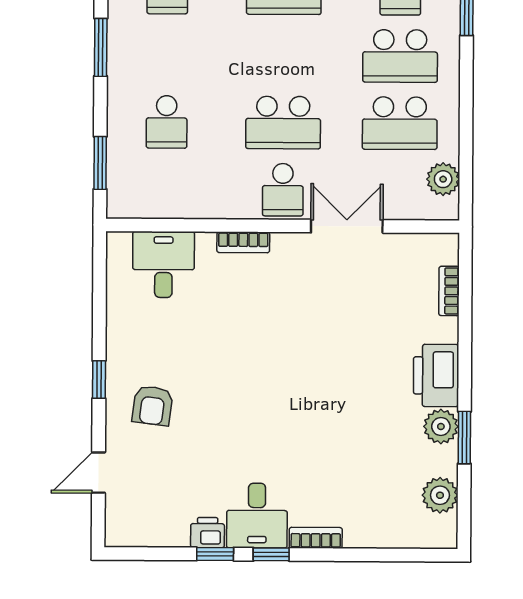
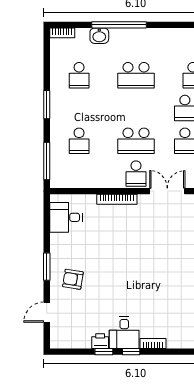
window: (100, 163) -> (47, 161), width x1.44
bookcase: (243, 242) -> (117, 199), width x1.56
desk: (163, 264) -> (66, 217), moved, turned -90
window: (99, 380) -> (47, 267), width x1.50
armchair: (152, 406) -> (73, 279), turned 92

